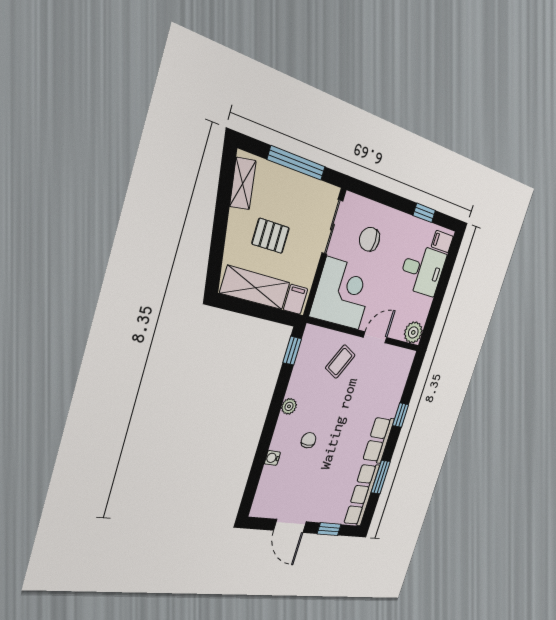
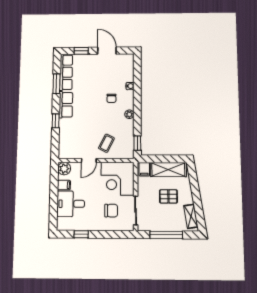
filing cabinet: (442, 241) -> (64, 185), moved

